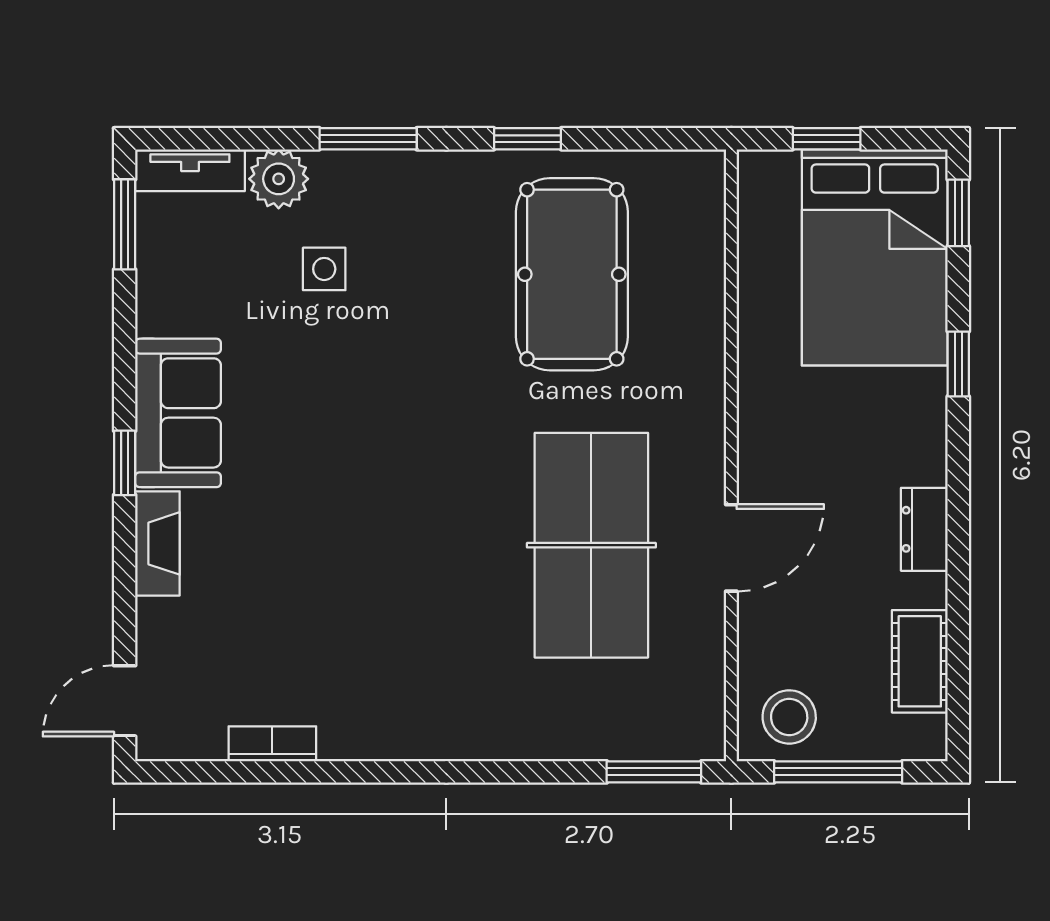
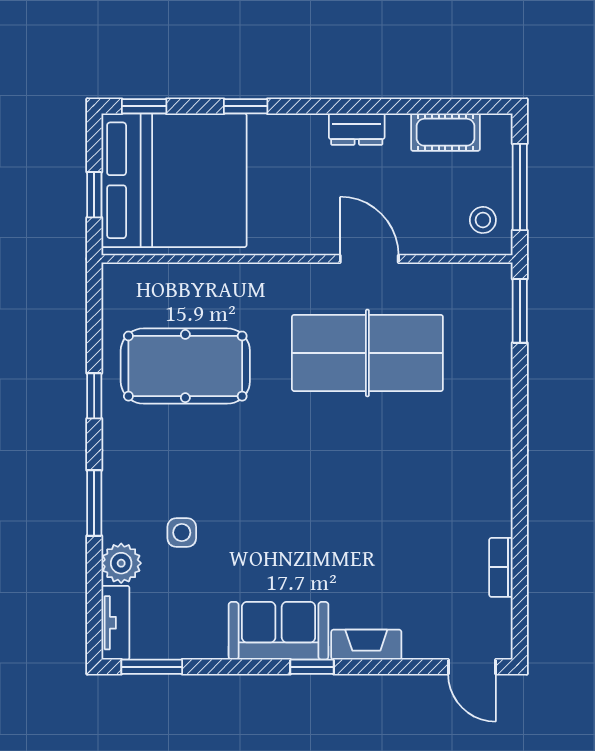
bed: (875, 257) -> (174, 180), width x1.36
stool: (789, 717) -> (483, 220), width x0.73, depth x0.73

